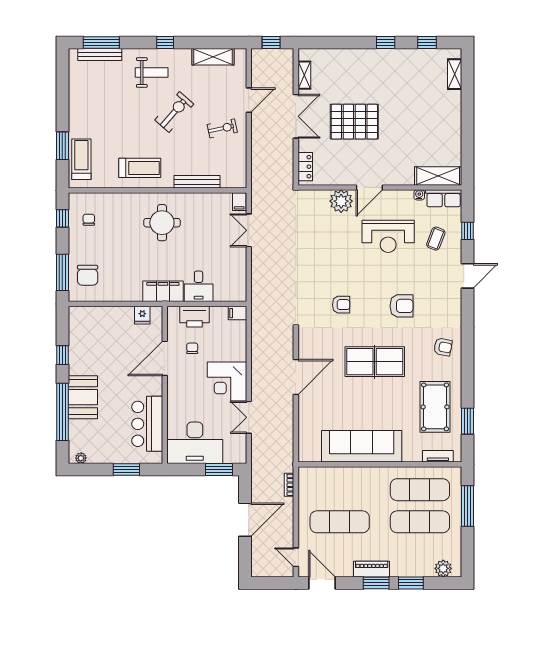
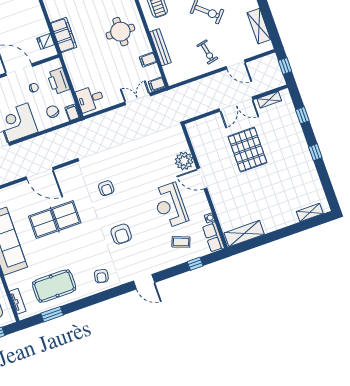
window: (427, 42) -> (302, 115), moved
locker: (305, 167) -> (201, 125), removed
shelving: (438, 176) -> (244, 234), moved, turned 90
filing cabinet: (207, 202) -> (148, 60), added
door: (467, 276) -> (144, 282), moved
desk: (199, 286) -> (90, 99), moved
filing cabinet: (163, 291) -> (64, 35), moved
chair: (228, 336) -> (53, 112), added
table tennis table: (375, 362) -> (55, 219), moved, turned 90

